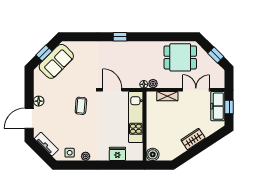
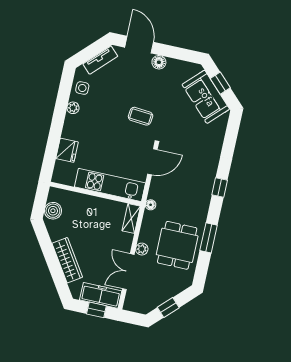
window: (159, 37) -> (209, 238), added
dining table: (180, 57) -> (177, 245), moved
plant: (153, 84) -> (142, 249), moved
double door: (196, 90) -> (128, 272), swing flipped
shelving: (167, 96) -> (131, 218), moved
wardrobe: (193, 139) -> (67, 260), width x1.50
boiler: (153, 154) -> (53, 211), moved

